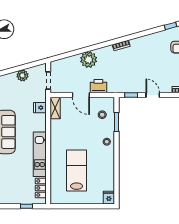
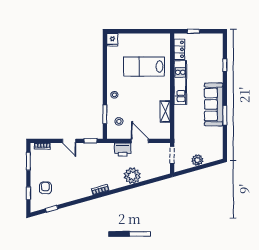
fridge: (40, 108) -> (180, 128), removed
shelving: (55, 108) -> (165, 111), moved
lab bench: (77, 170) -> (144, 67), turned 90

